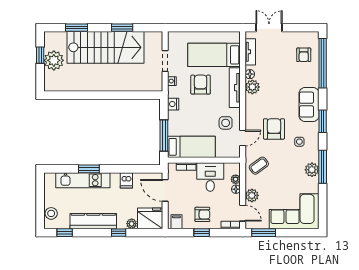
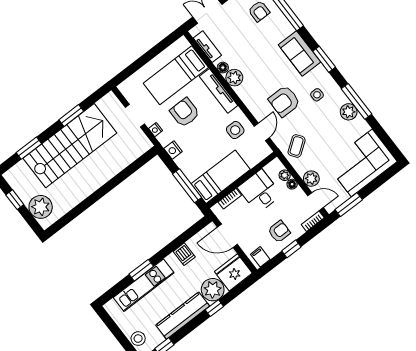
plant: (54, 60) -> (41, 207), moved
armchair: (274, 129) -> (284, 101), turned -90
plant: (132, 224) -> (213, 290), width x1.87, depth x1.87

